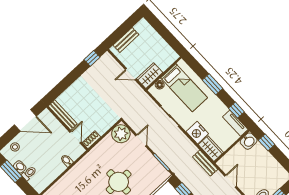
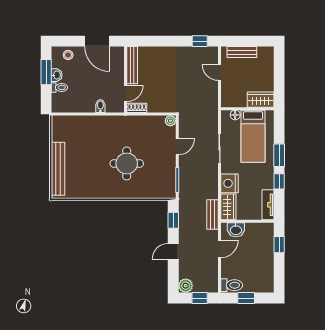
door: (131, 74) -> (220, 73), moved
wardrobe: (150, 76) -> (261, 100), moved
window: (236, 110) -> (279, 181), moved
plant: (121, 134) -> (170, 121), width x0.53, depth x0.53
washbasin: (249, 141) -> (236, 230), moved

